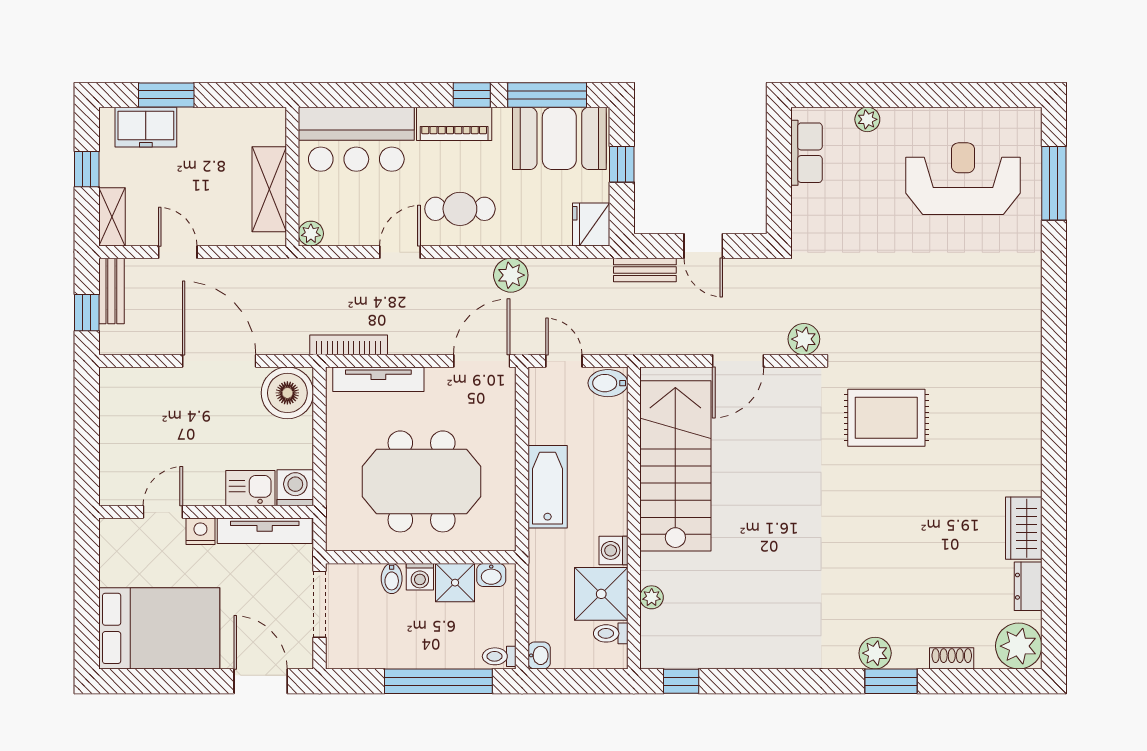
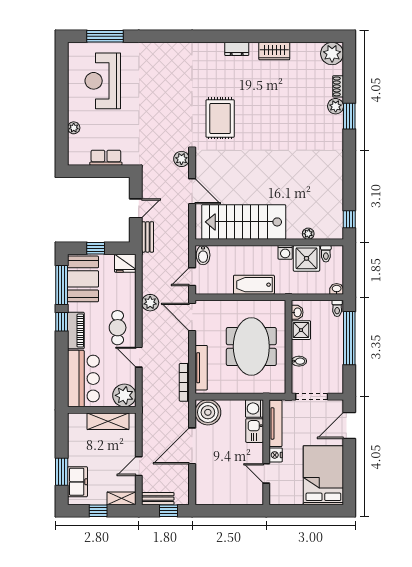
row of seats: (807, 153) -> (106, 158), moved
plant: (311, 234) -> (124, 395), width x1.88, depth x1.88
washing machine: (420, 577) -> (298, 347), removed
dresser: (1028, 586) -> (237, 49), moved
plant: (875, 653) -> (336, 106), moved

